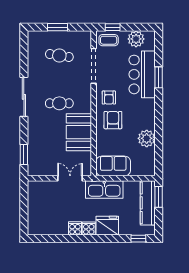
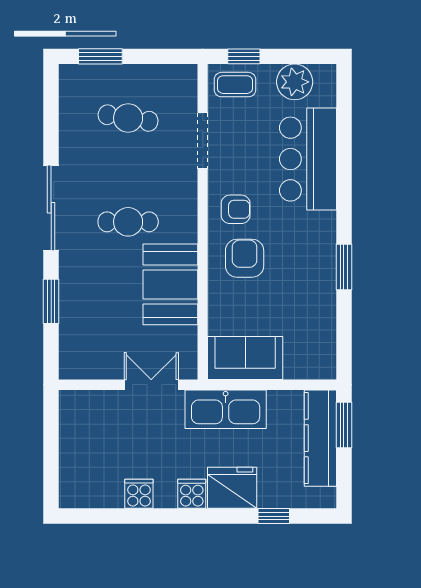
window: (57, 27) -> (100, 56), moved
doorway: (94, 66) -> (203, 141), width x0.73
window: (159, 77) -> (344, 267), moved
armchair: (109, 98) -> (236, 209), turned -90
plant: (147, 138) -> (318, 298), removed
window: (24, 154) -> (51, 301), moved
cooker: (75, 228) -> (139, 494), moved
window: (138, 239) -> (274, 516), moved

